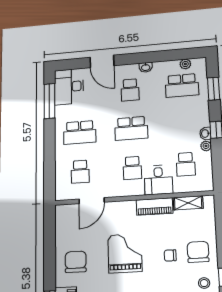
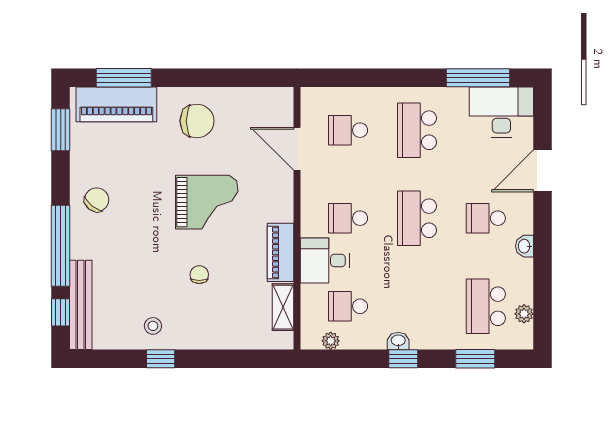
plant: (206, 146) -> (331, 341), moved
chair: (198, 252) -> (203, 319), removed

